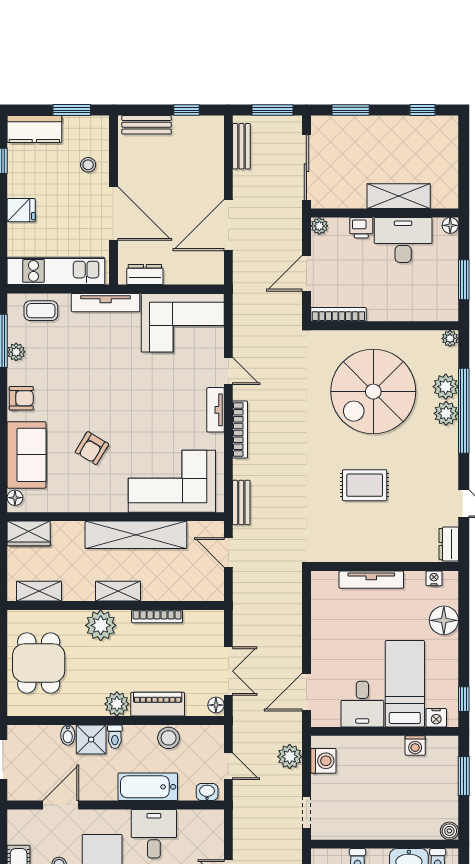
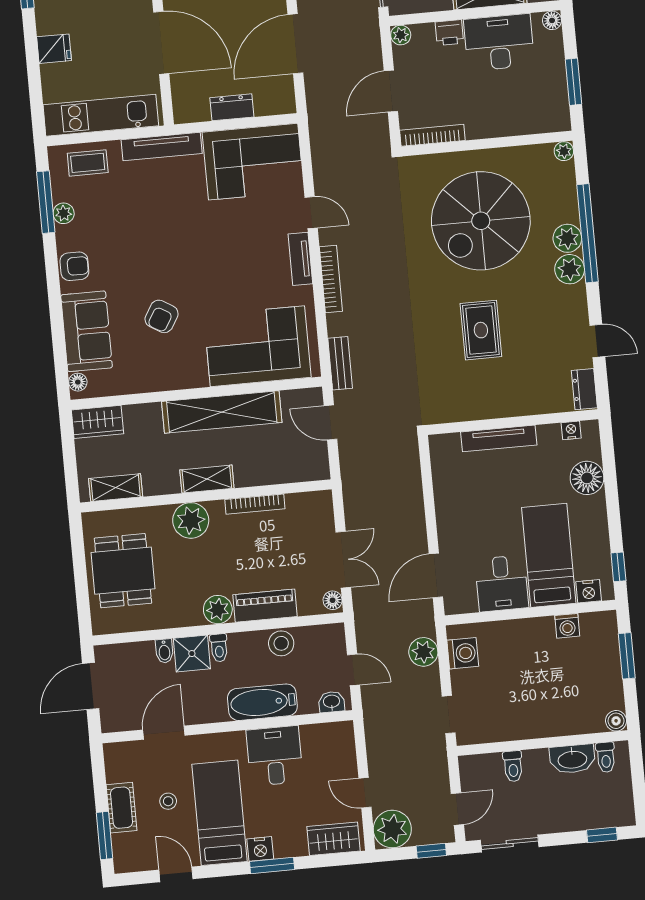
dresser: (145, 274) -> (232, 107), moved
plant: (446, 387) -> (570, 269), moved
rug: (365, 485) -> (481, 330), turned 90

